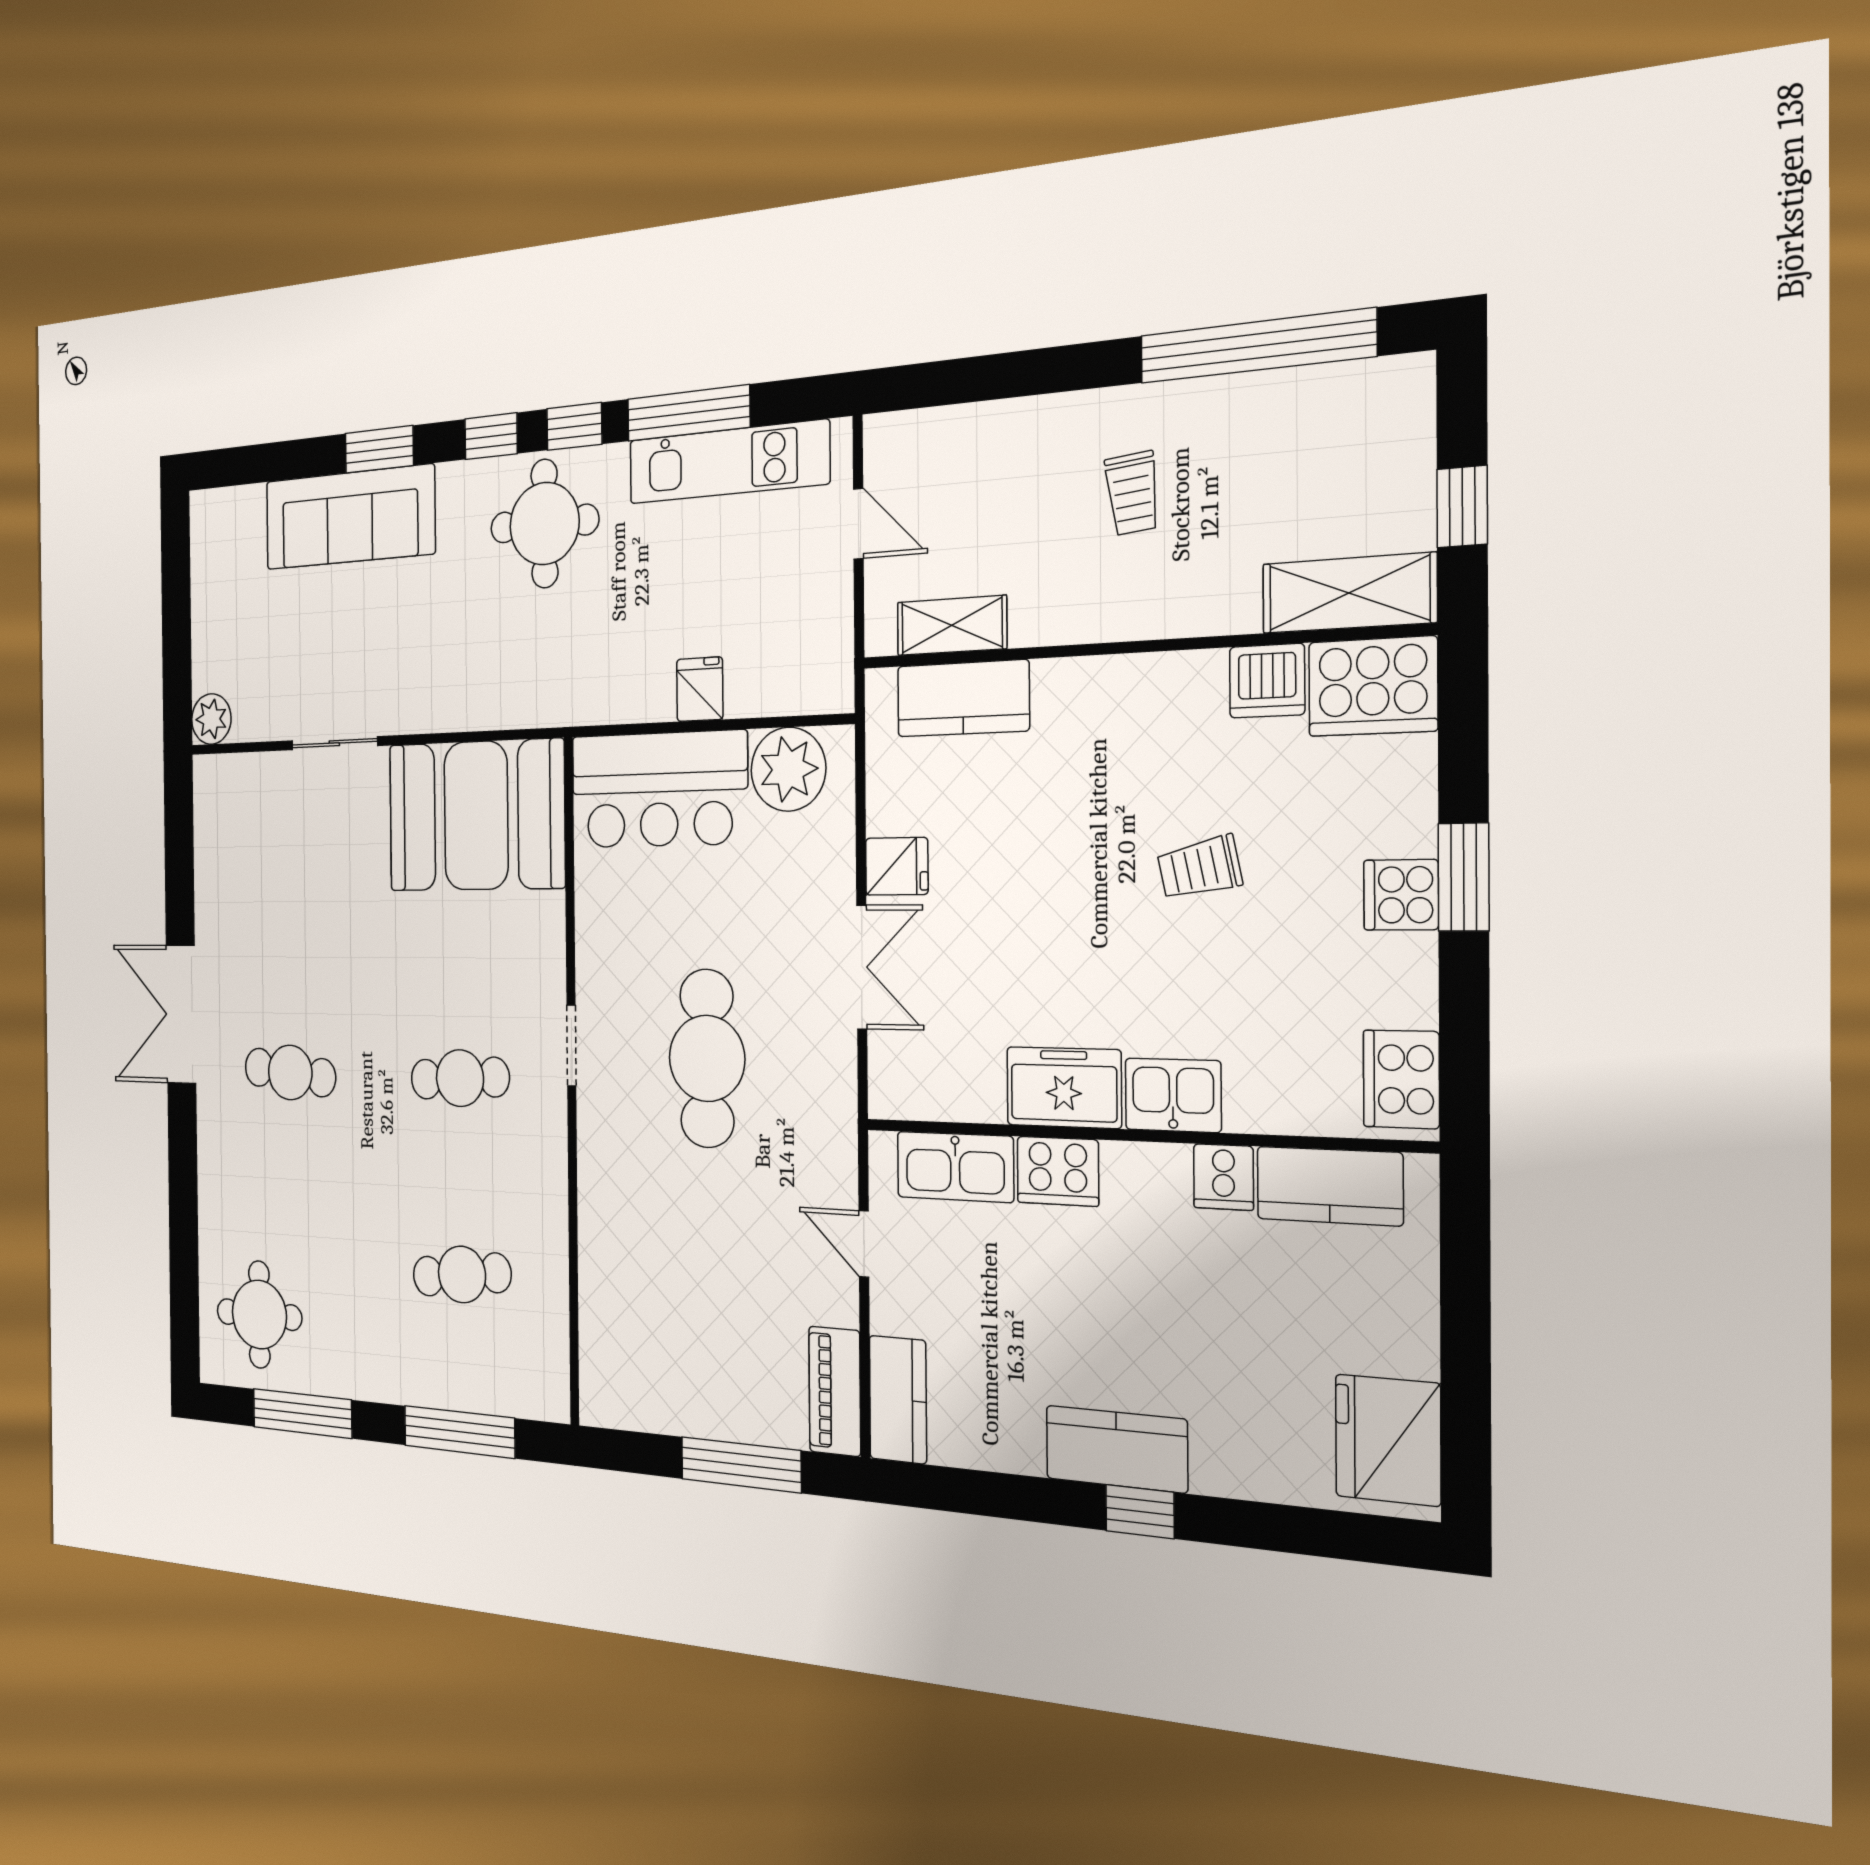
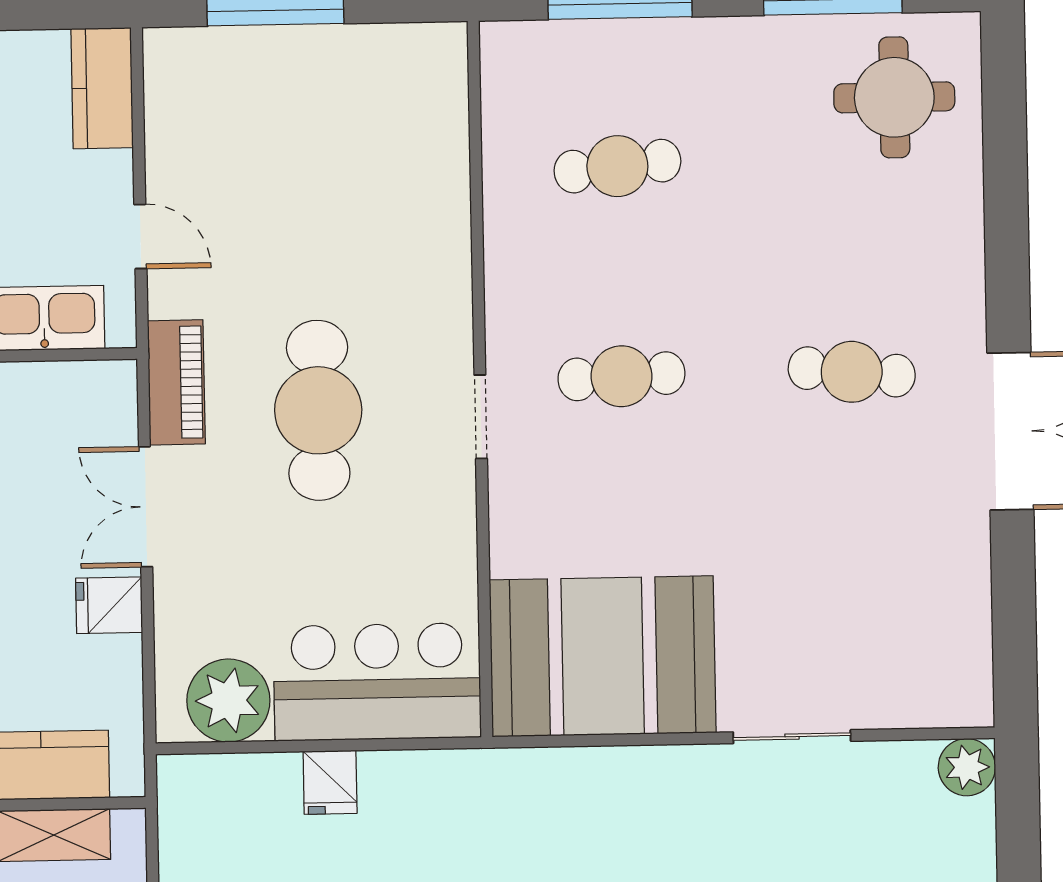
piano: (835, 1391) -> (176, 382), moved

